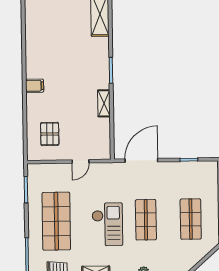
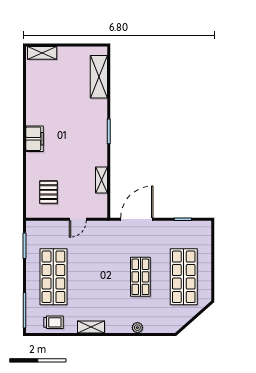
filing cabinet: (35, 86) -> (35, 139), width x2.00
shelving: (104, 103) -> (101, 180), moved
shop shelf: (191, 219) -> (184, 277), width x1.43, depth x1.36
checkout: (107, 224) -> (103, 281), removed

